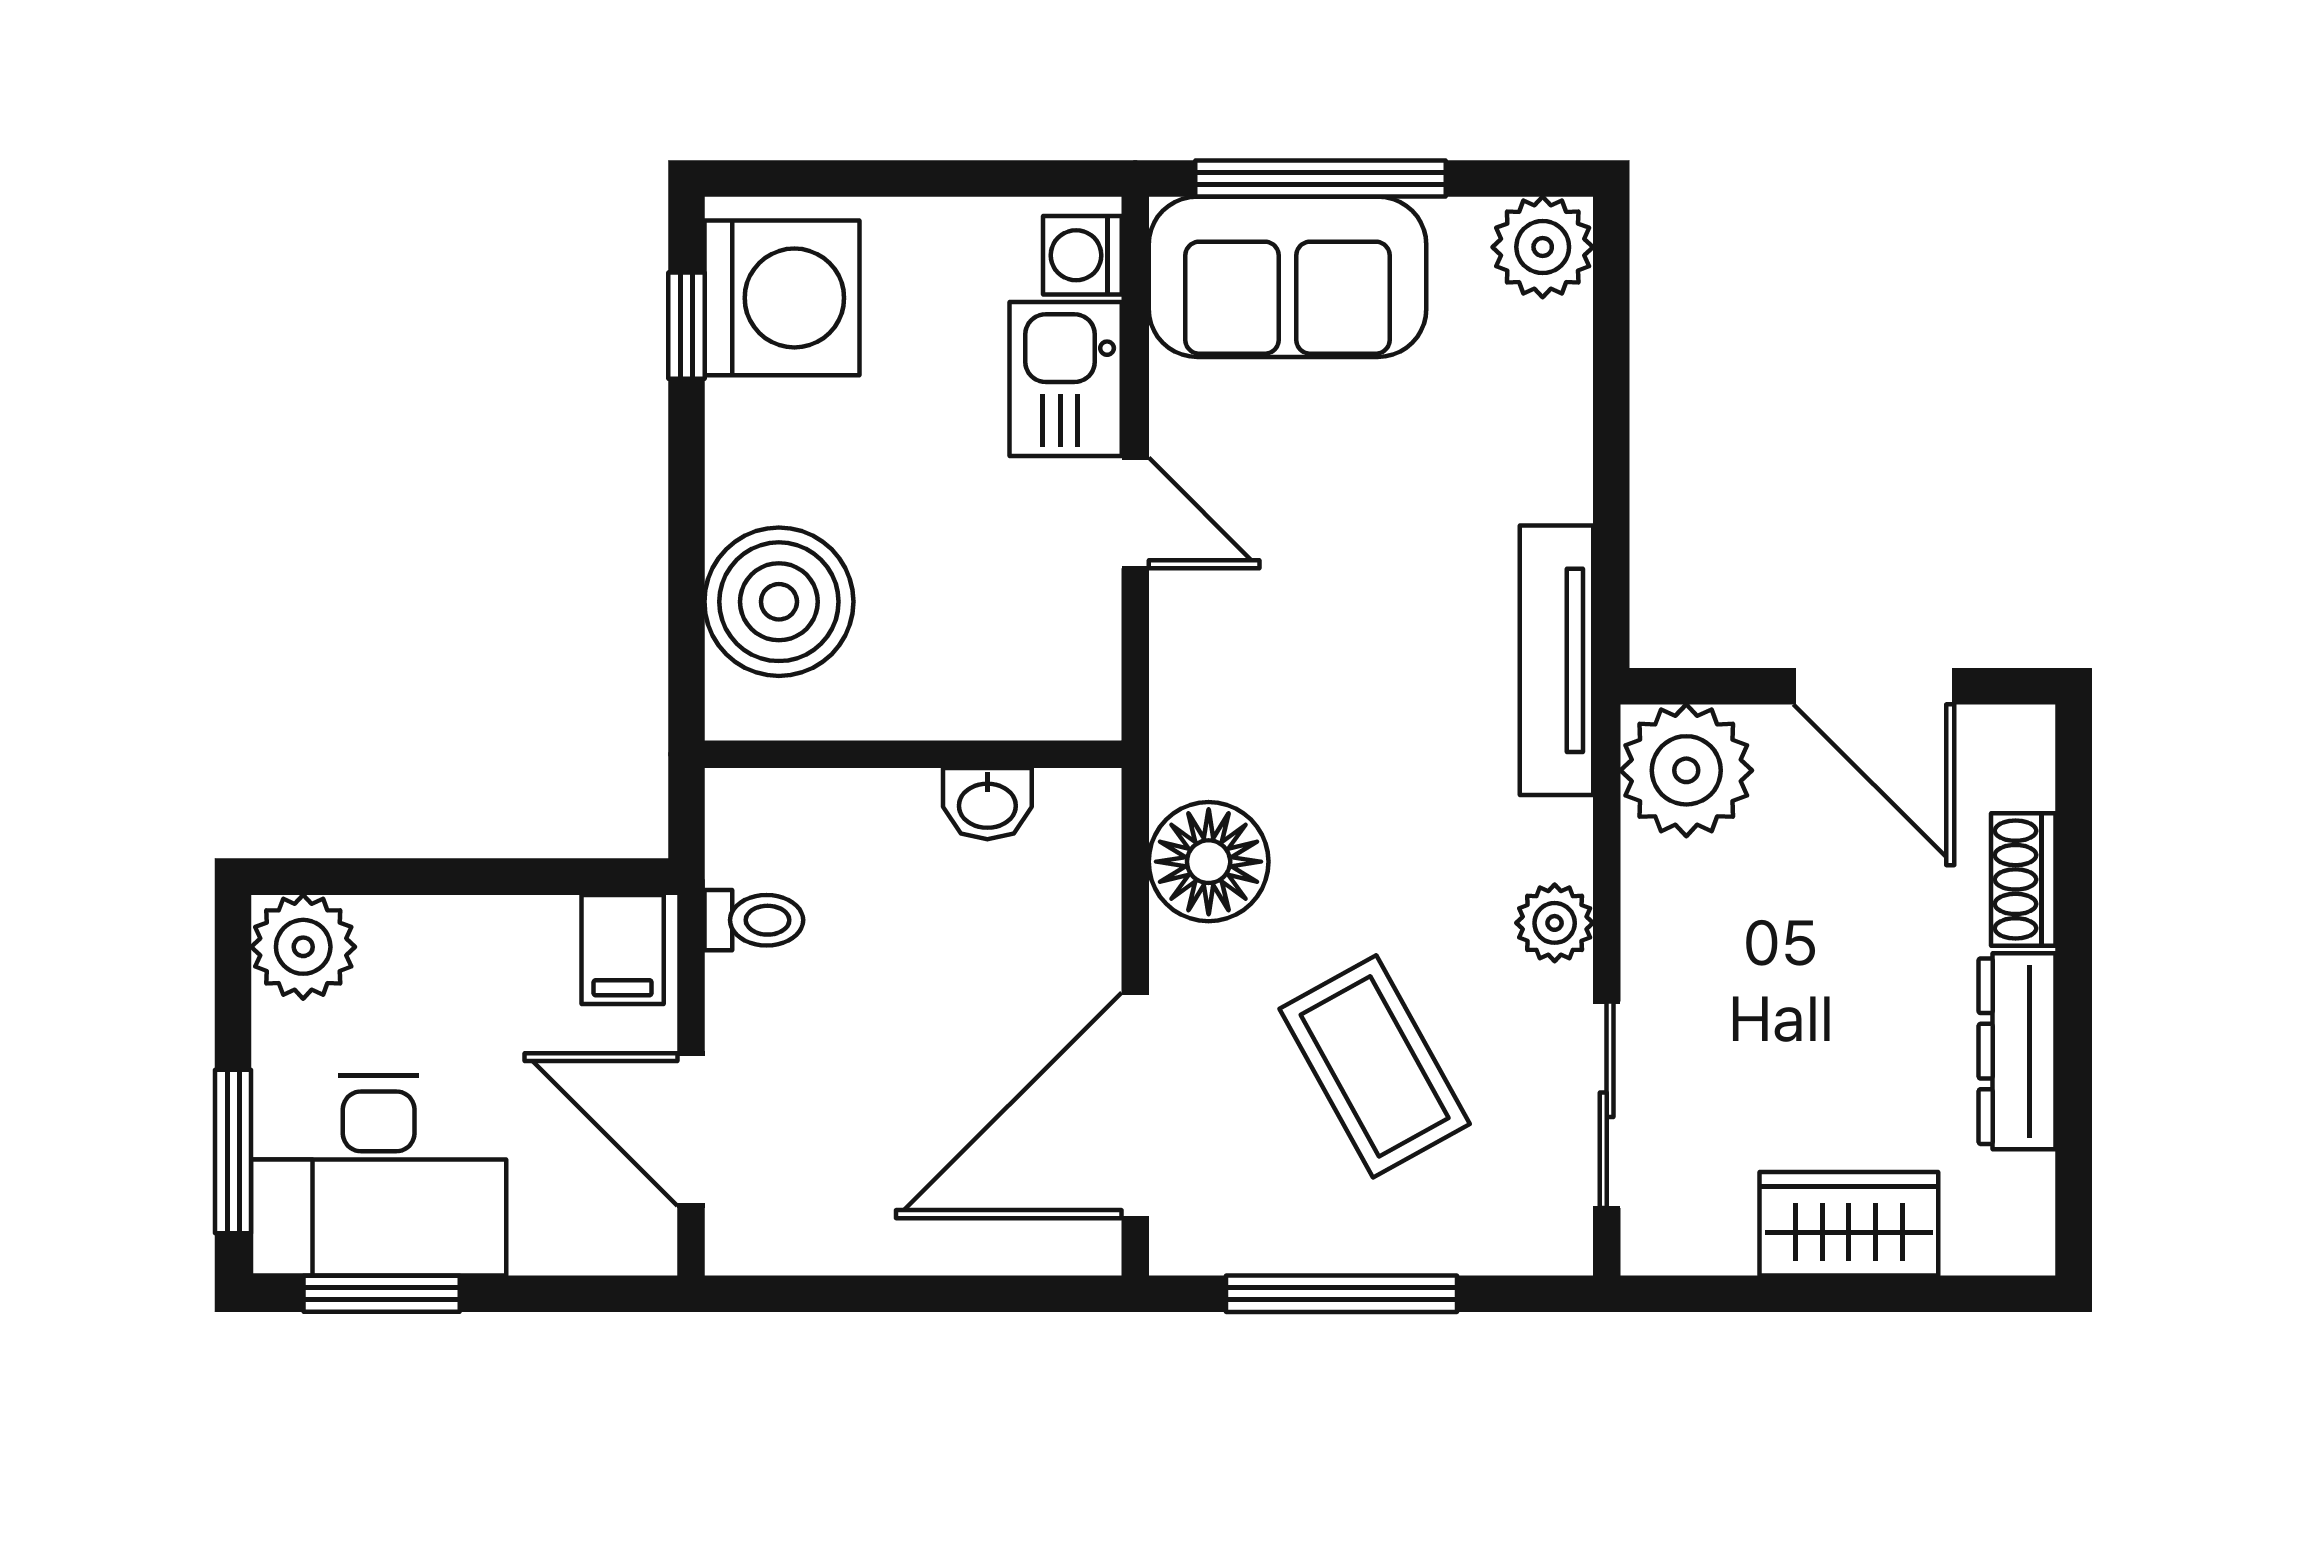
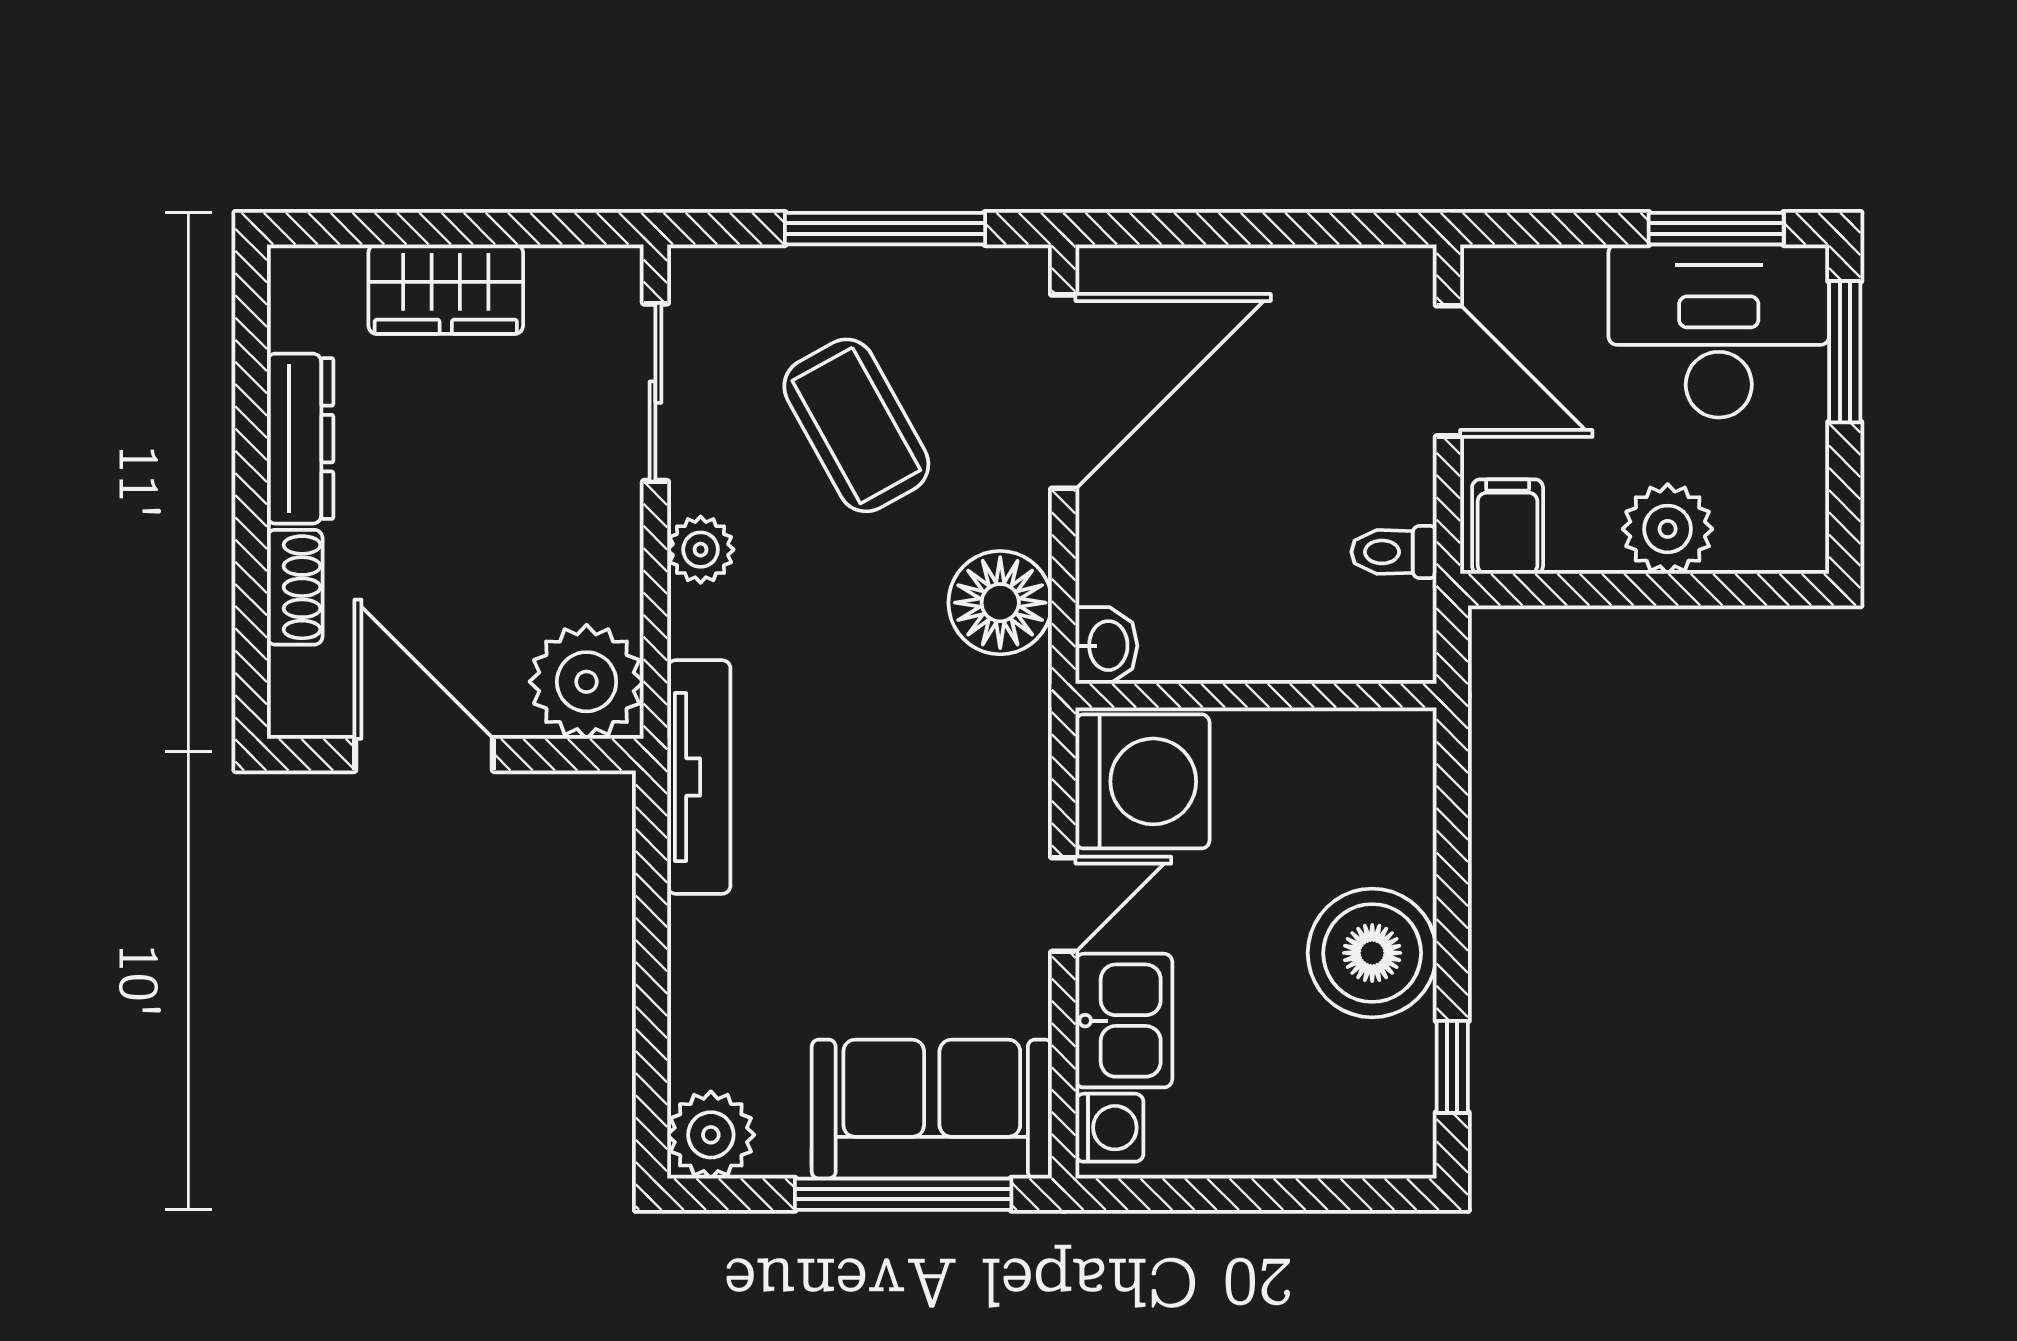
washing machine: (782, 298) -> (1143, 781), moved, turned 180
door: (1135, 513) -> (1064, 905), swing flipped
boiler: (779, 602) -> (1372, 953), moved
washbasin: (987, 804) -> (1106, 646), moved, turned 90
plant: (303, 947) -> (1668, 529), moved

